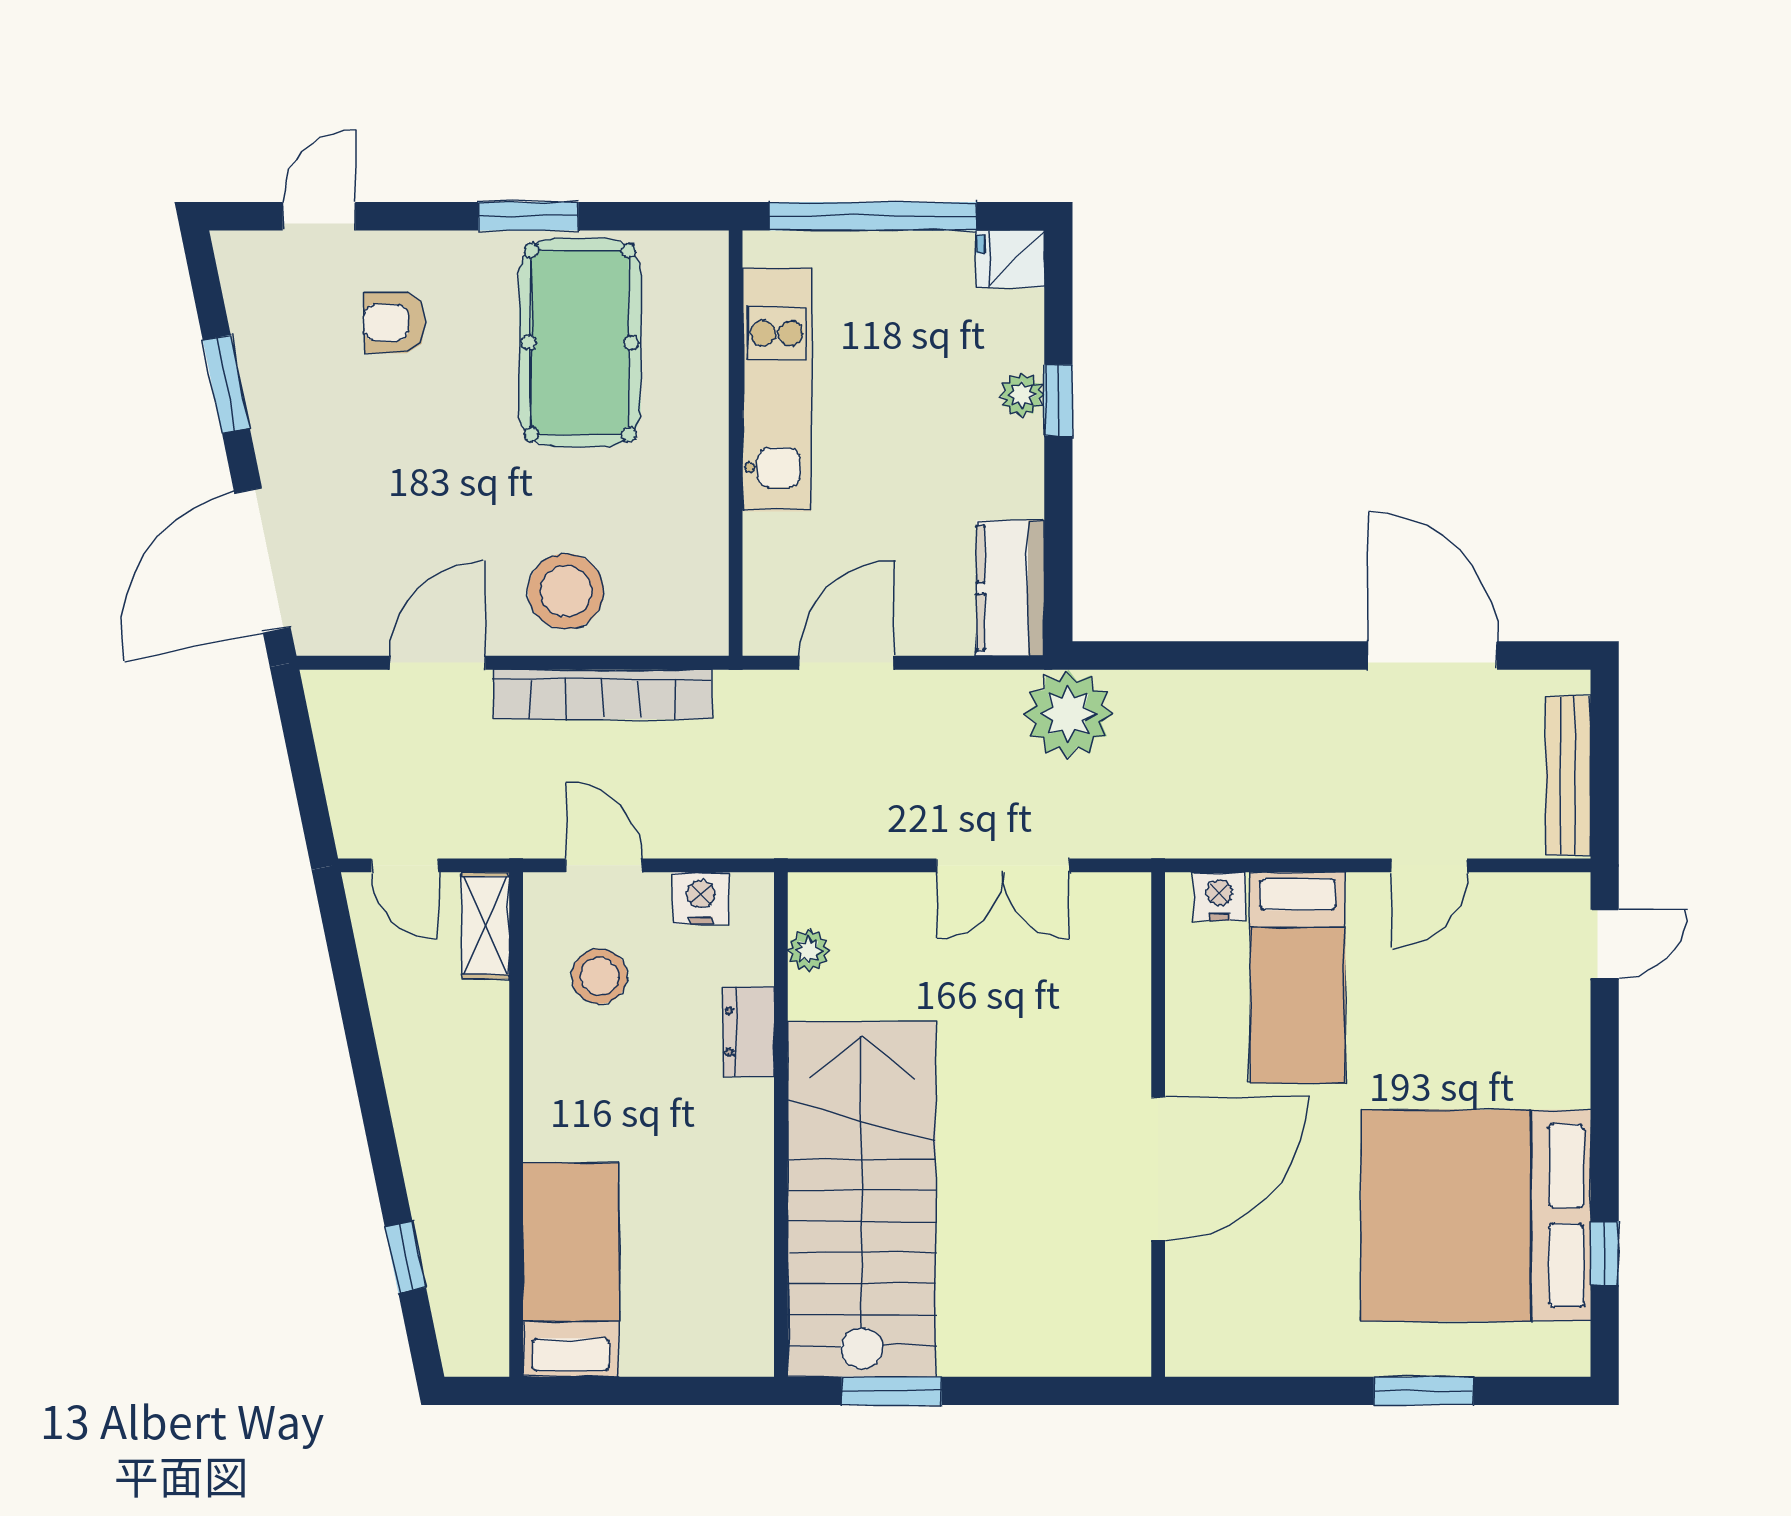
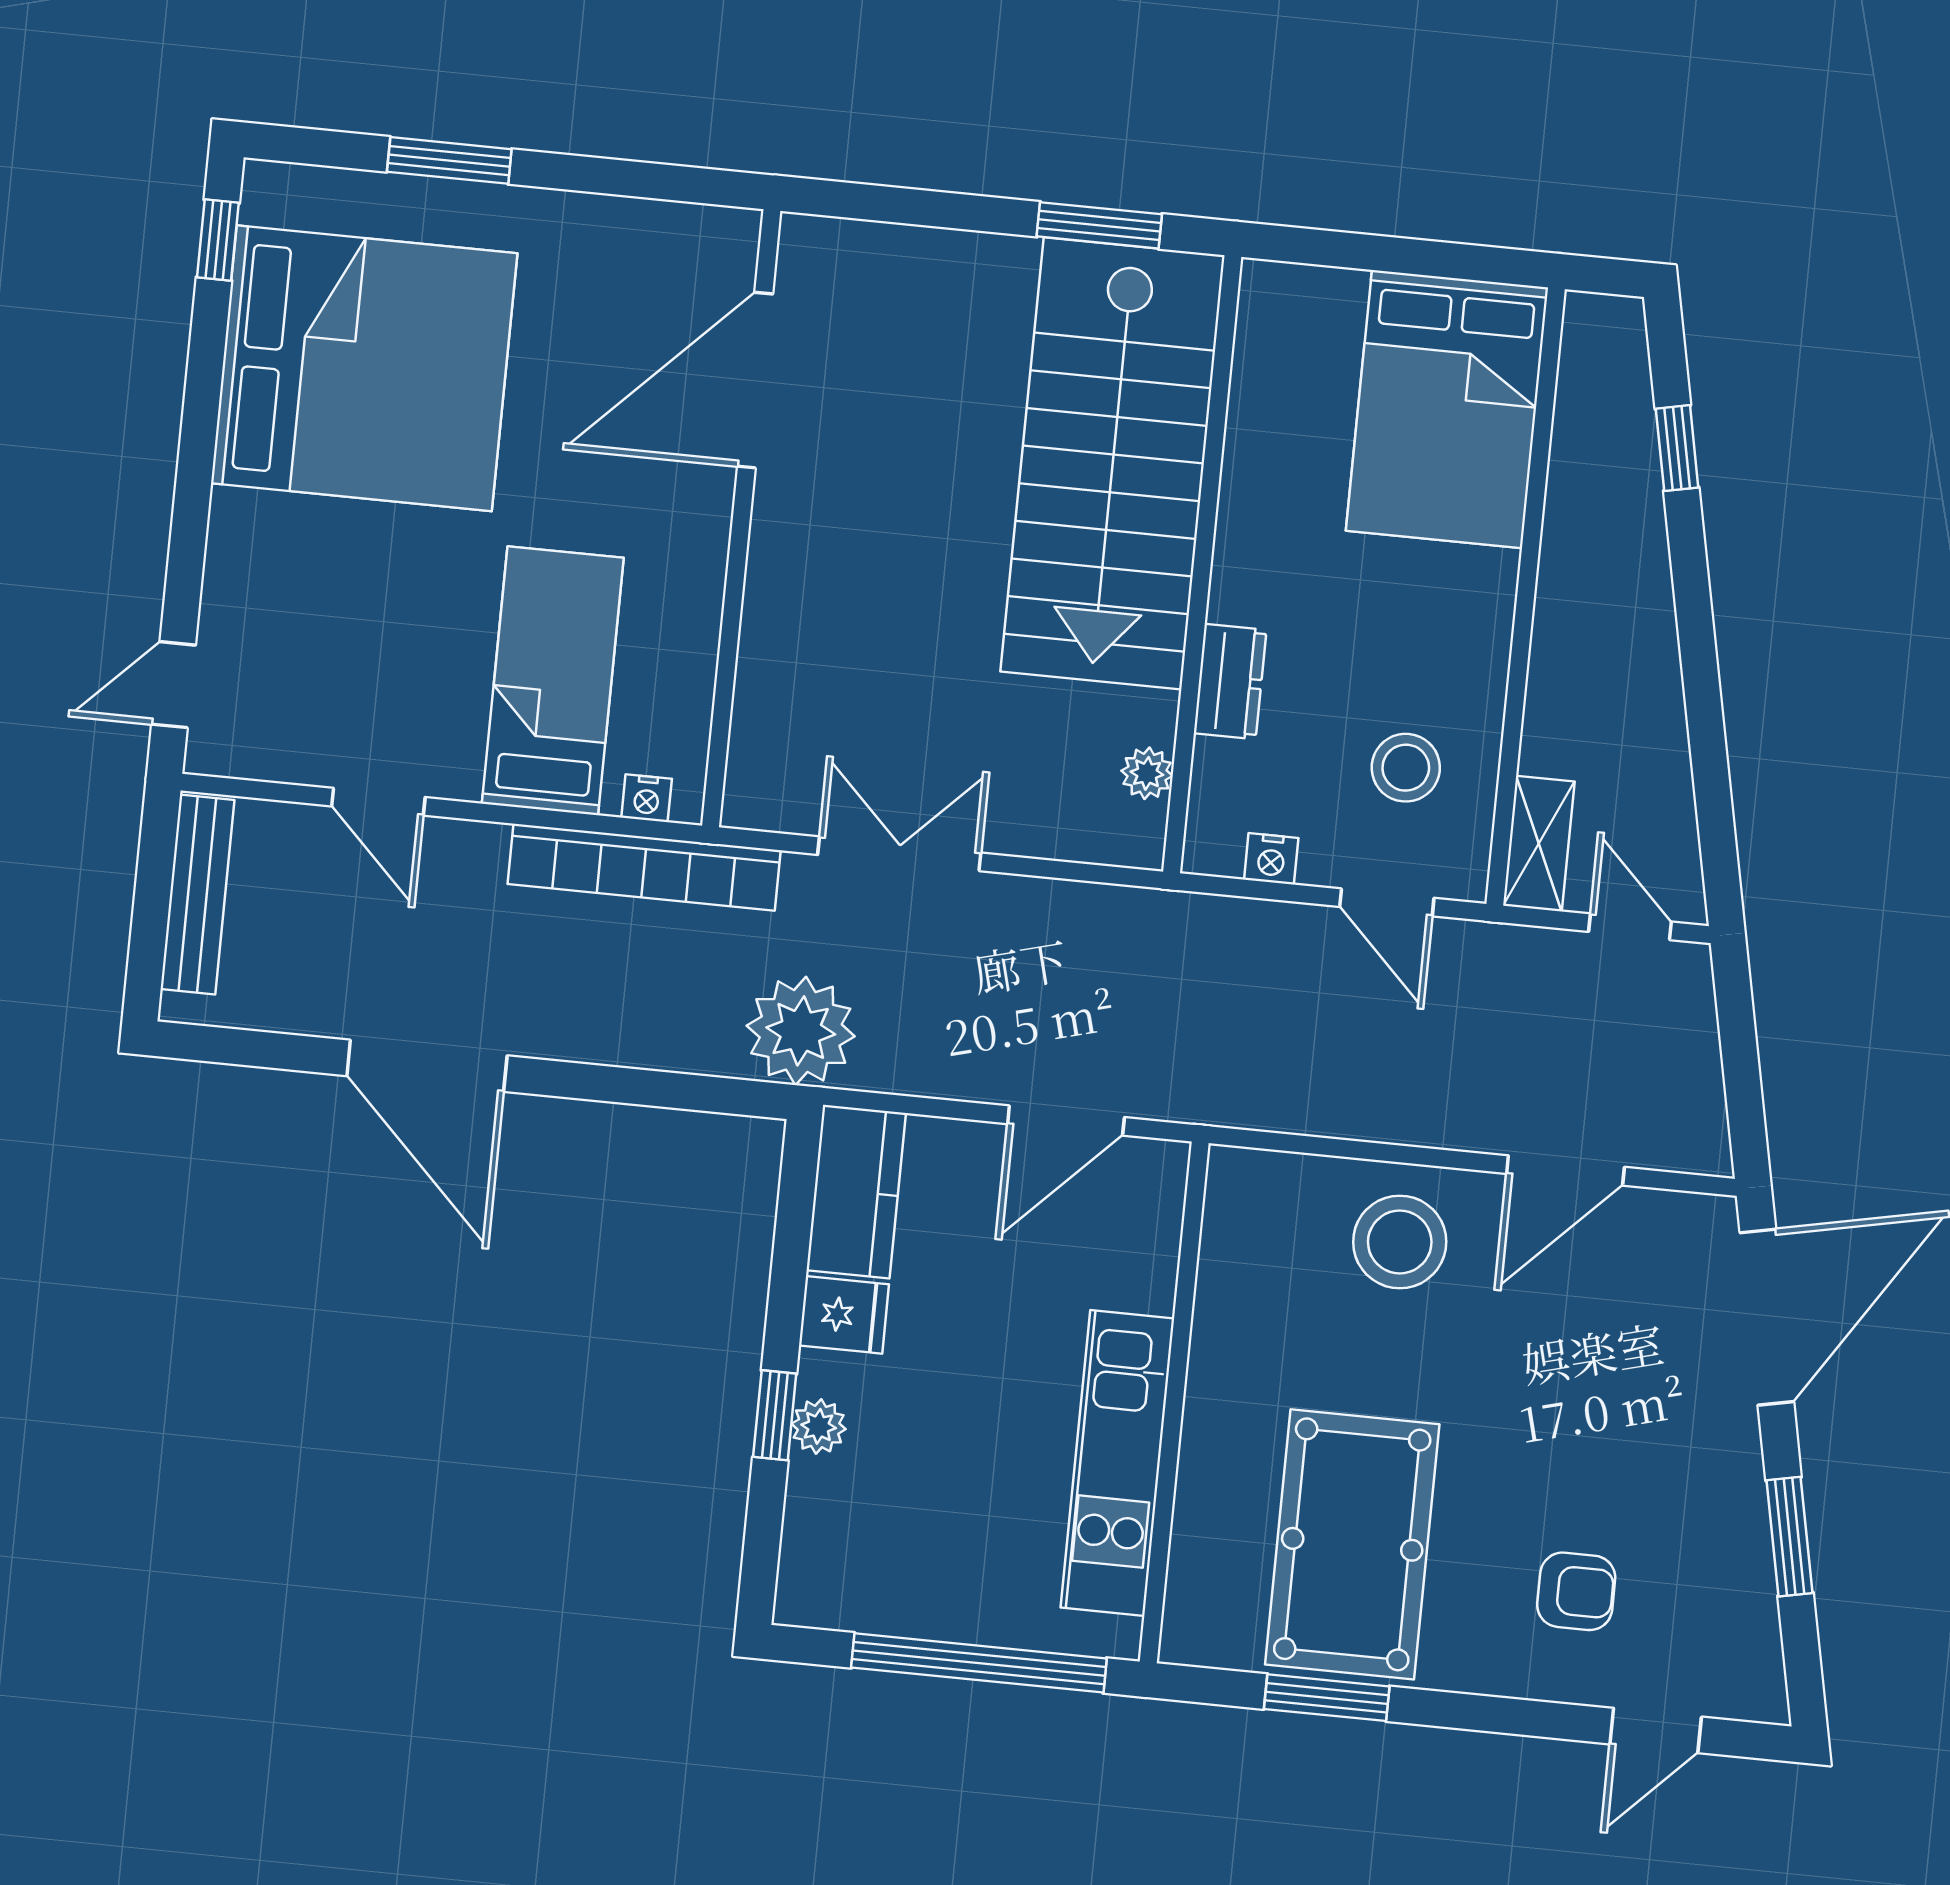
window: (528, 216) -> (1327, 1698), moved
fridge: (1010, 259) -> (844, 1315), moved
door: (1432, 655) -> (427, 1066), moved
bookcase: (603, 694) -> (644, 867), moved, turned 180
door: (1429, 865) -> (378, 802), swing flipped
nightstand: (1219, 896) -> (647, 798), width x0.72, depth x0.74
nightstand: (701, 898) -> (1271, 859), width x0.72, depth x0.74
door: (1158, 1169) -> (755, 380), moved
window: (1605, 1253) -> (218, 240), moved
bed: (571, 1270) -> (1447, 409), width x1.50

